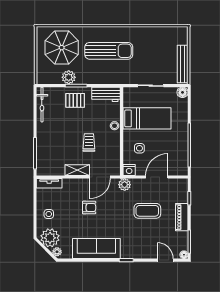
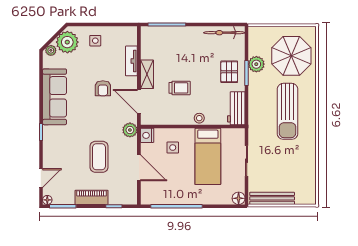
tv unit: (49, 183) -> (131, 61), moved

